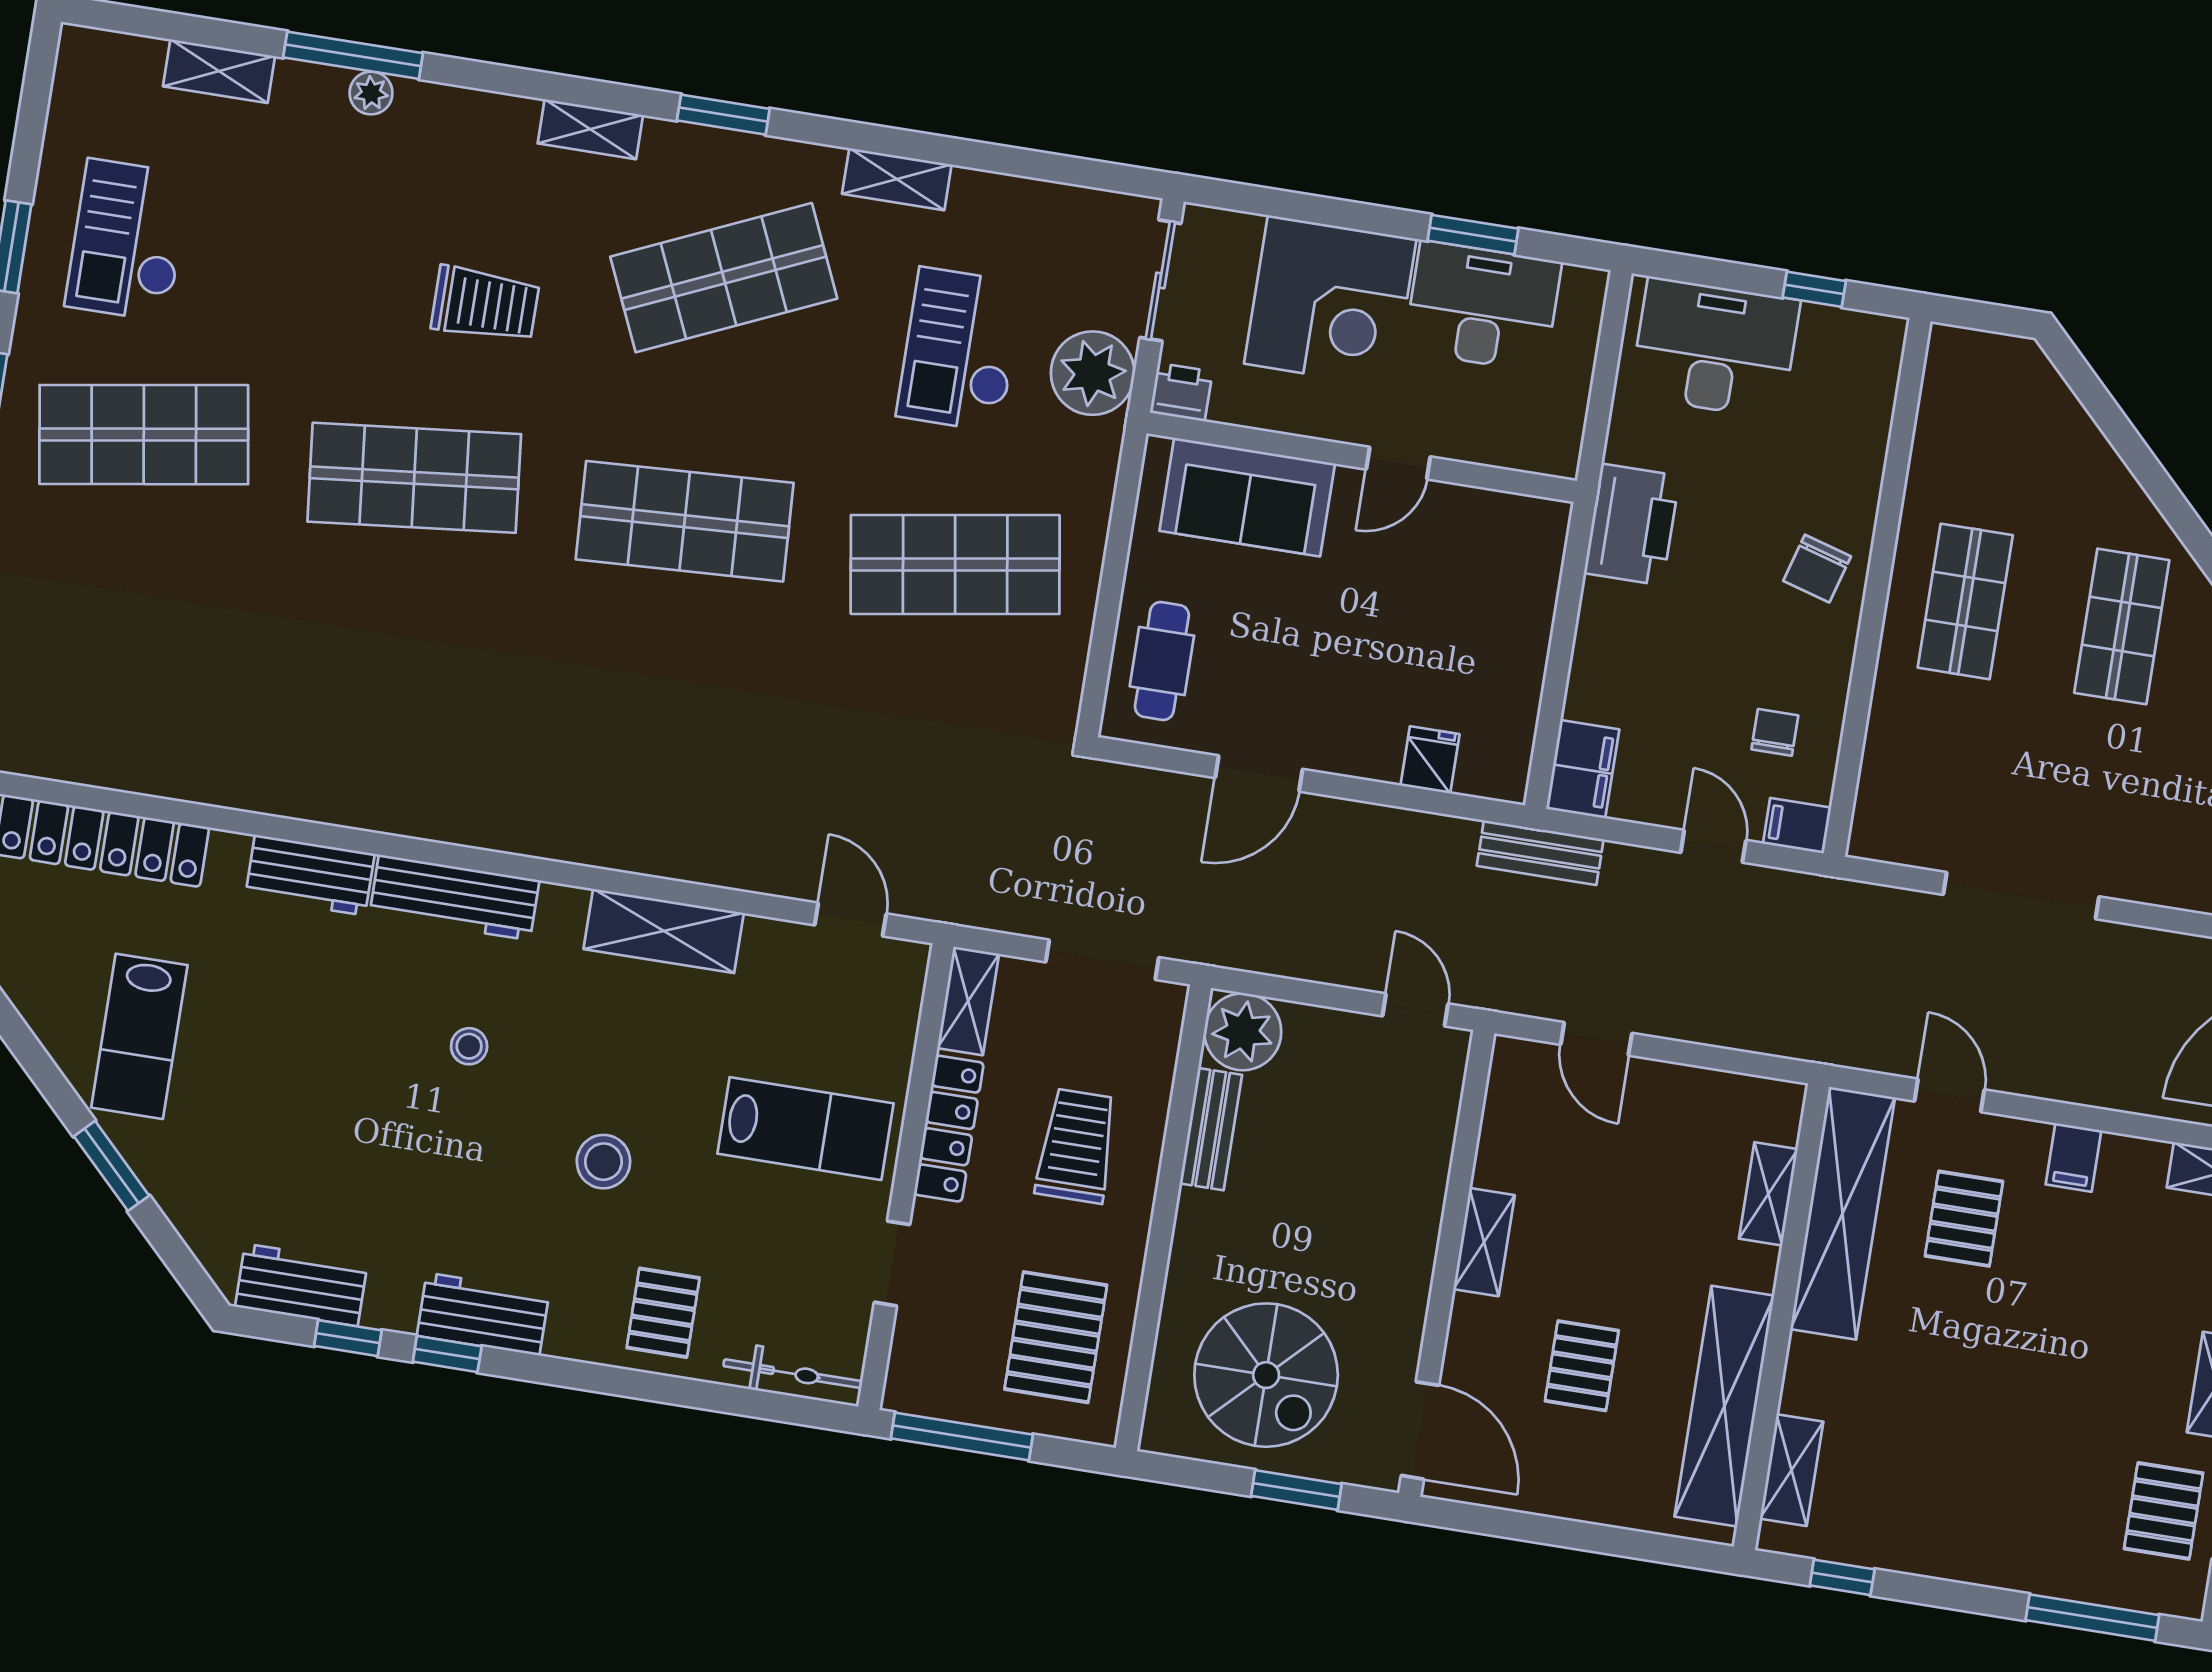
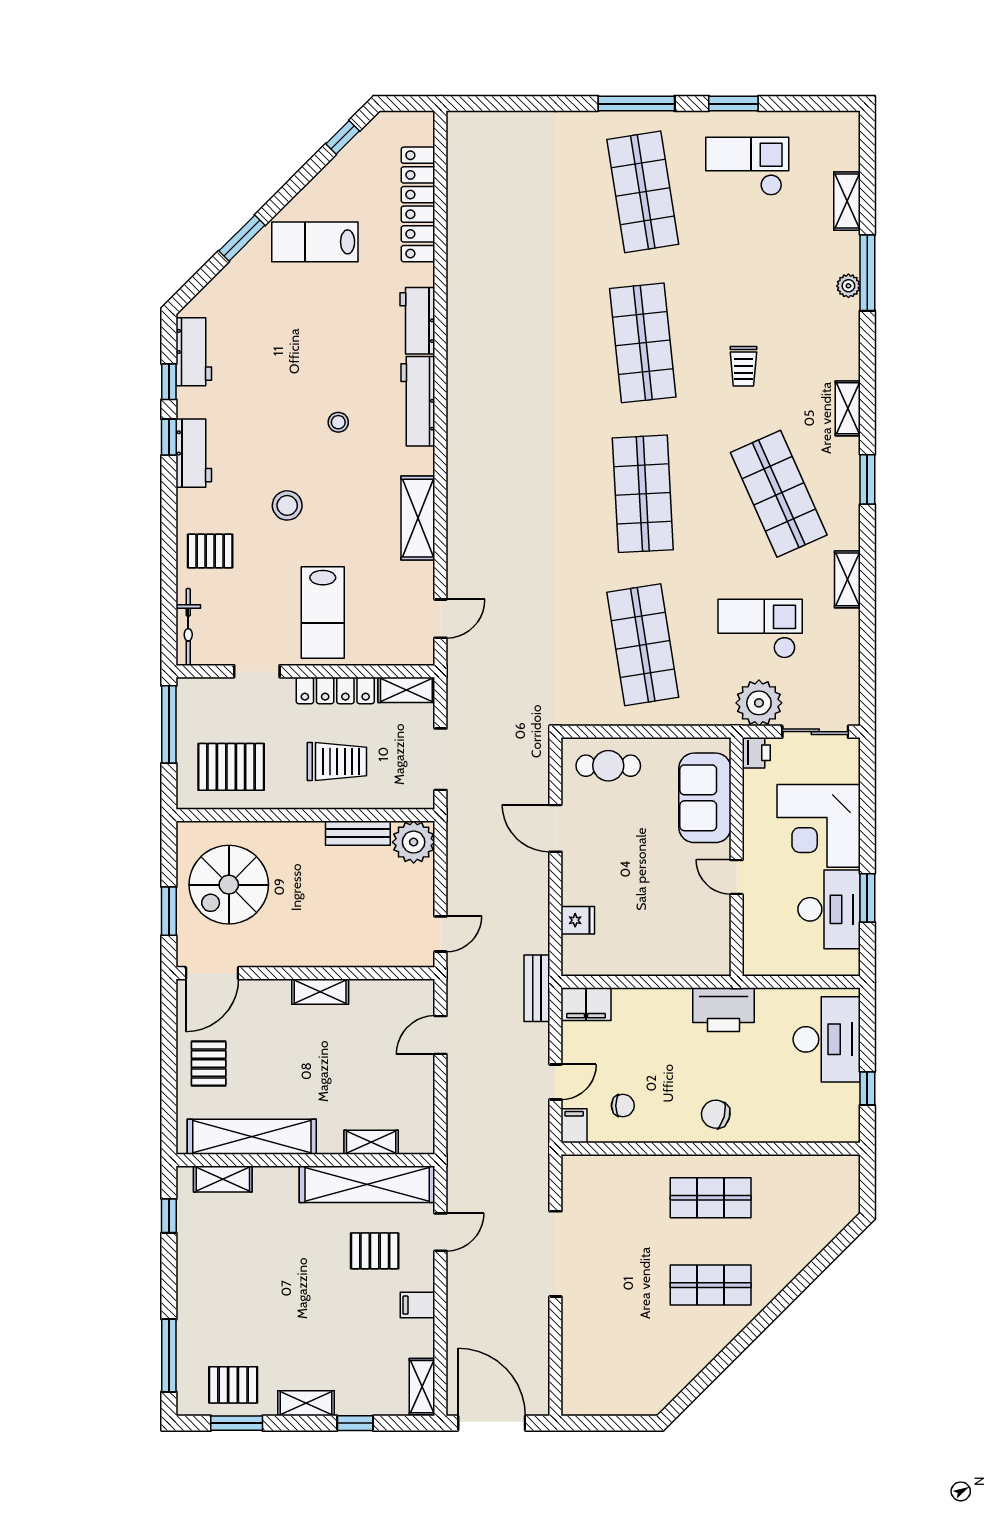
trolley: (485, 304) -> (743, 366), width x0.73, depth x0.72
pallet: (1582, 1366) -> (209, 1064), moved, turned 90

